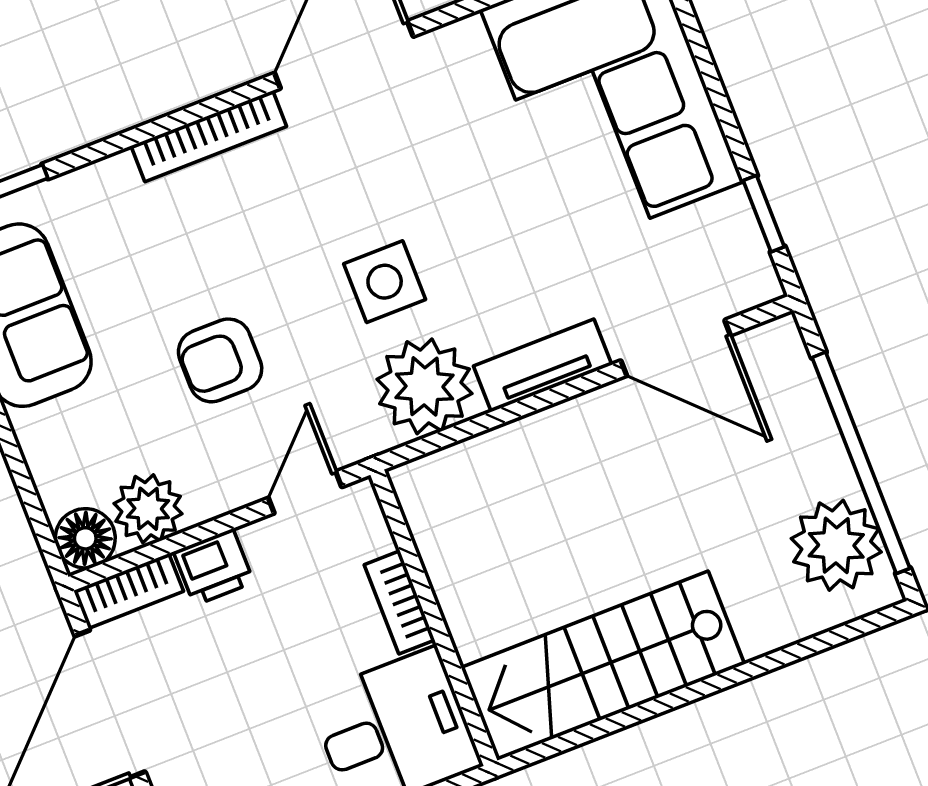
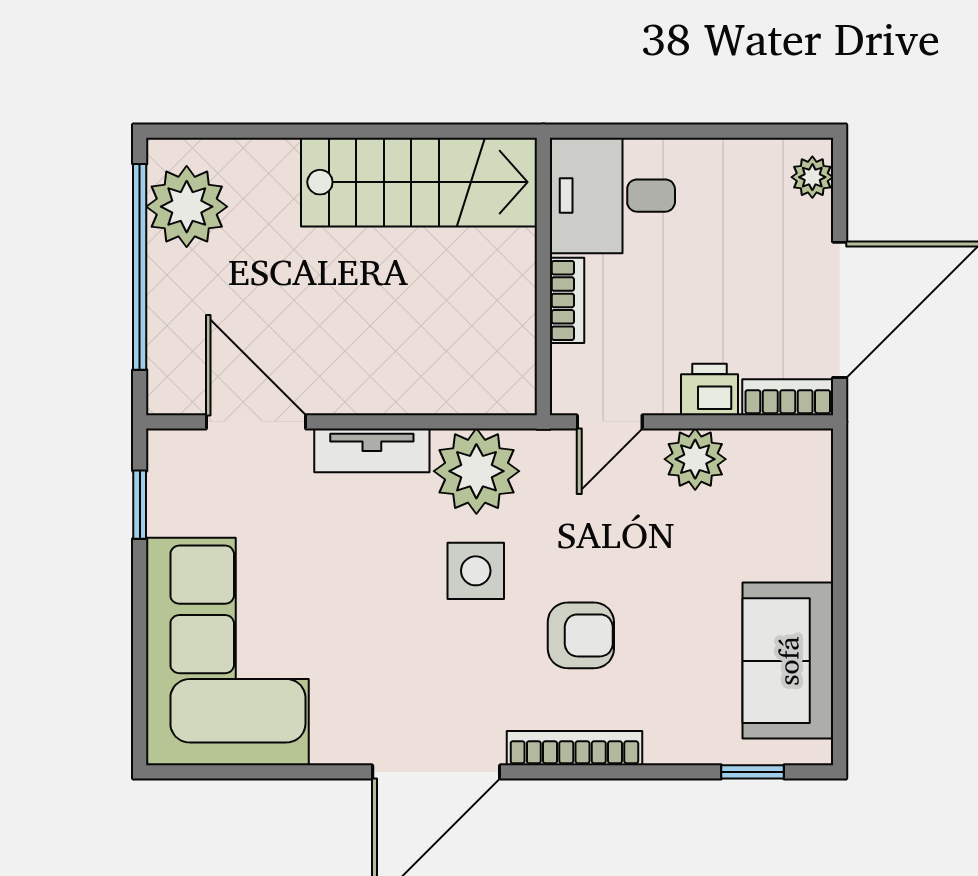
armchair: (220, 360) -> (581, 635), moved
plant: (148, 509) -> (695, 459), moved
floor lamp: (85, 538) -> (807, 455), removed

